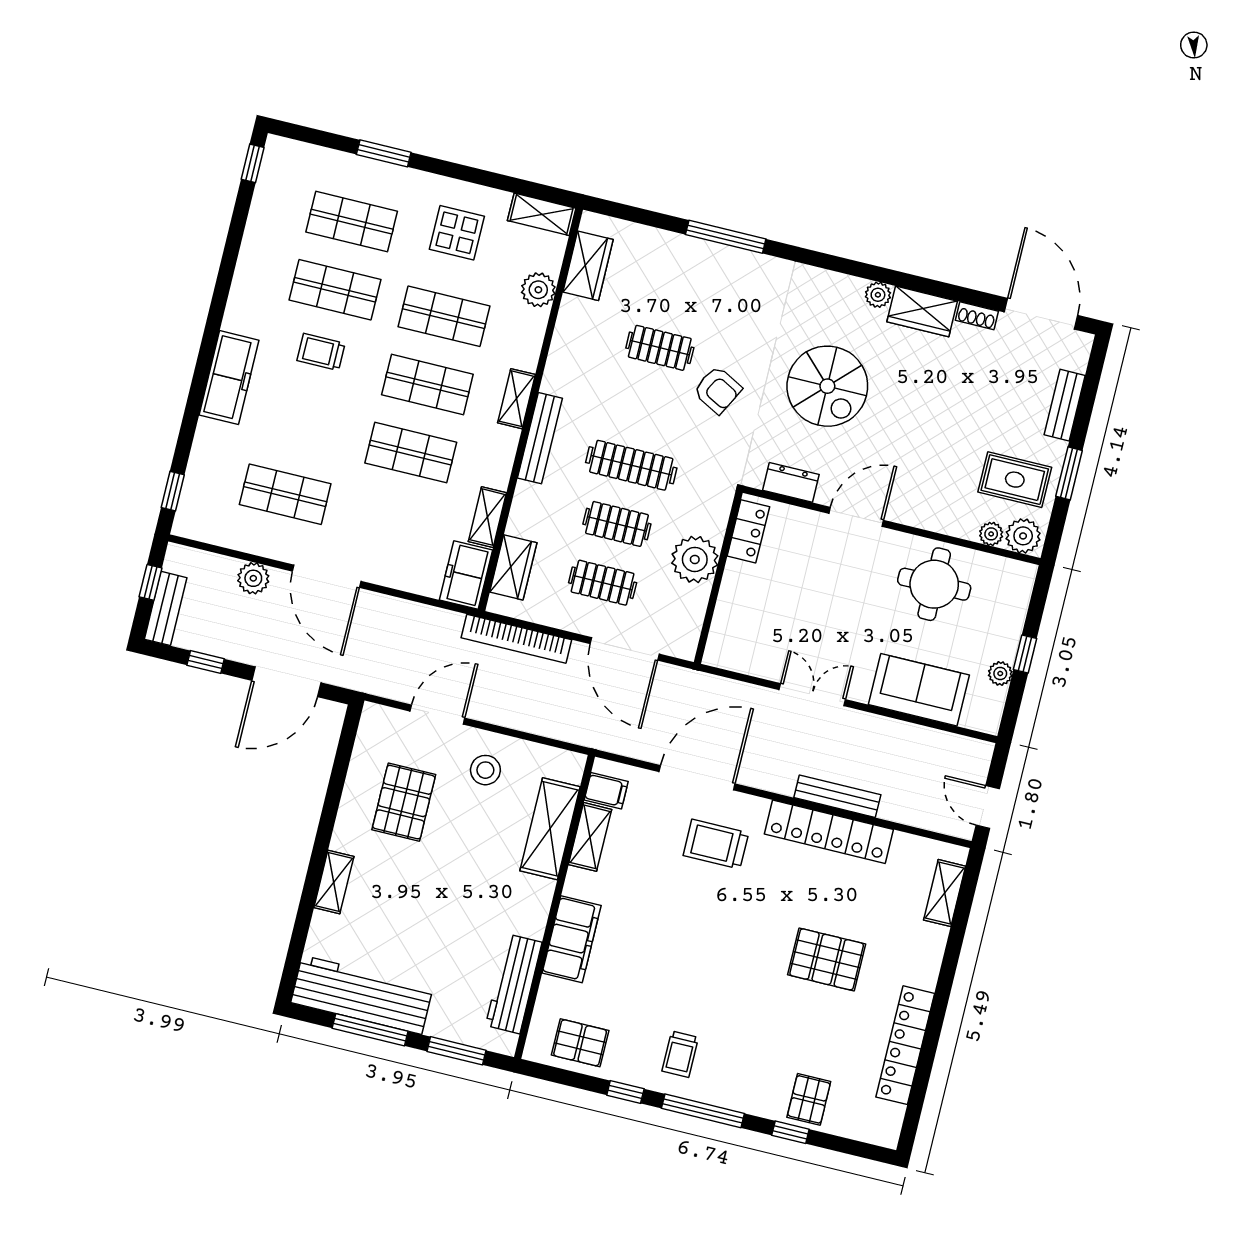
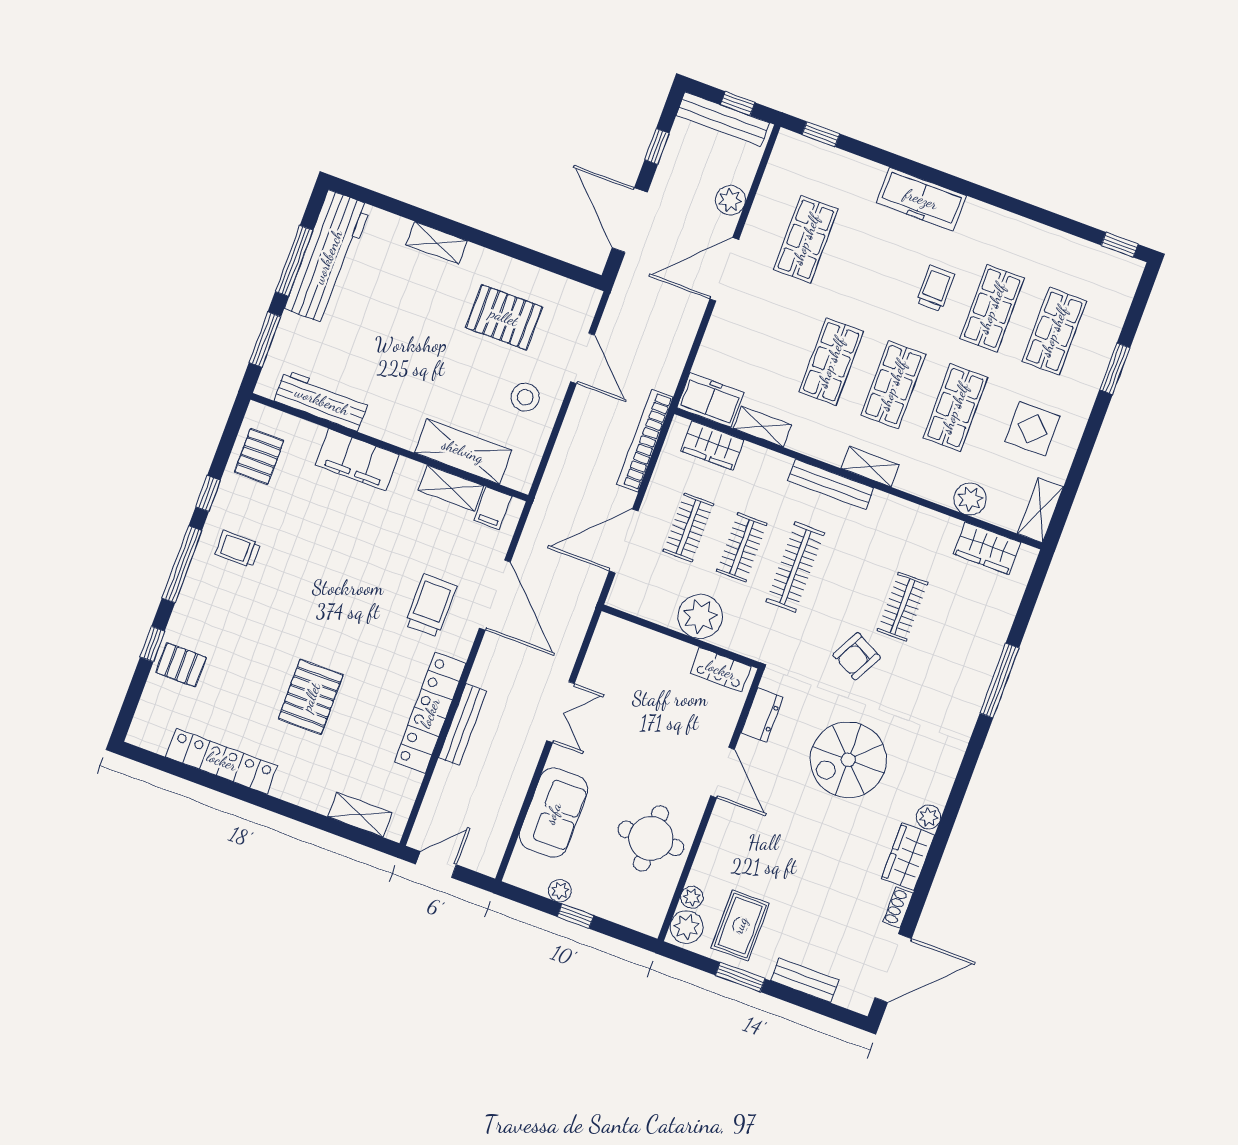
bench: (166, 608) -> (723, 119), width x1.36

